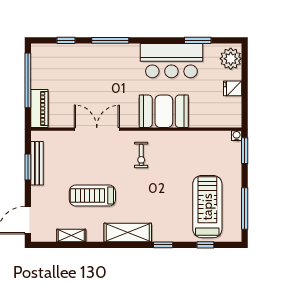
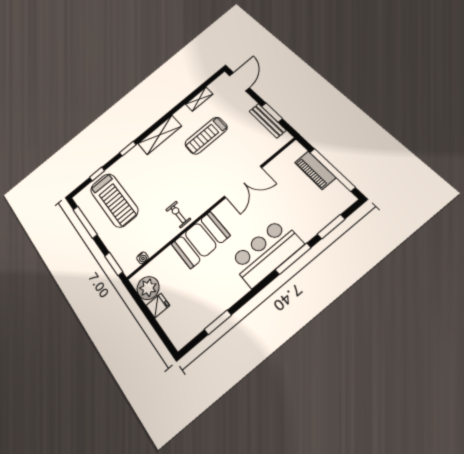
window: (66, 40) -> (331, 227), width x1.50
plant: (231, 59) -> (148, 288), moved
bar counter: (171, 61) -> (266, 252), moved
piano: (39, 108) -> (315, 170), moved
water cooler: (237, 136) -> (143, 258), moved
exercise bike: (141, 155) -> (178, 214), moved
treadmill: (92, 196) -> (206, 136), turned 180

